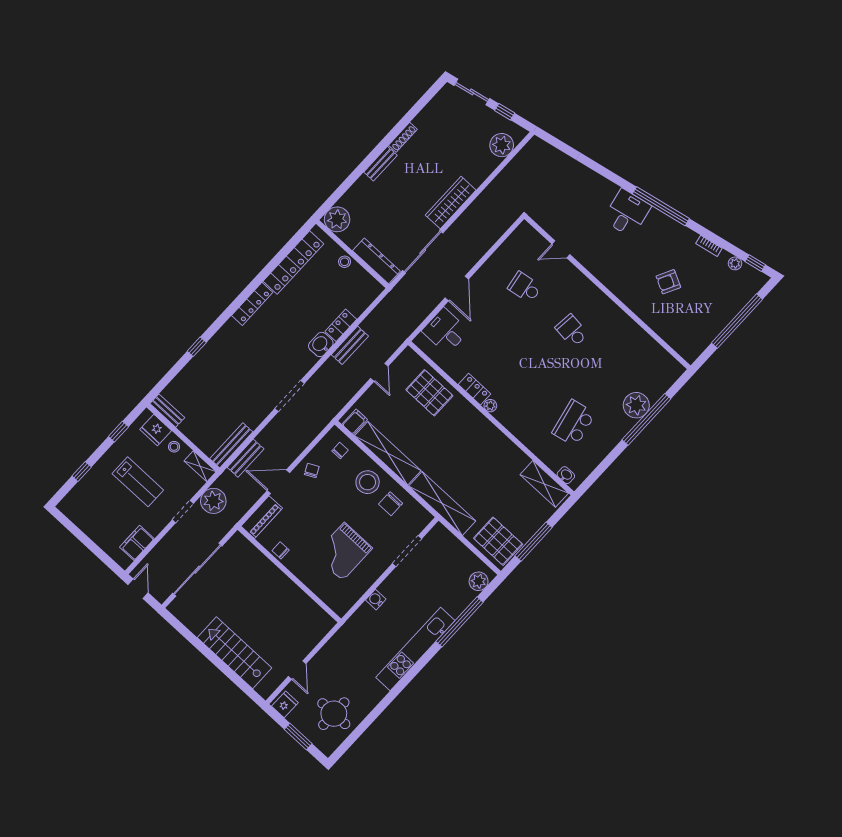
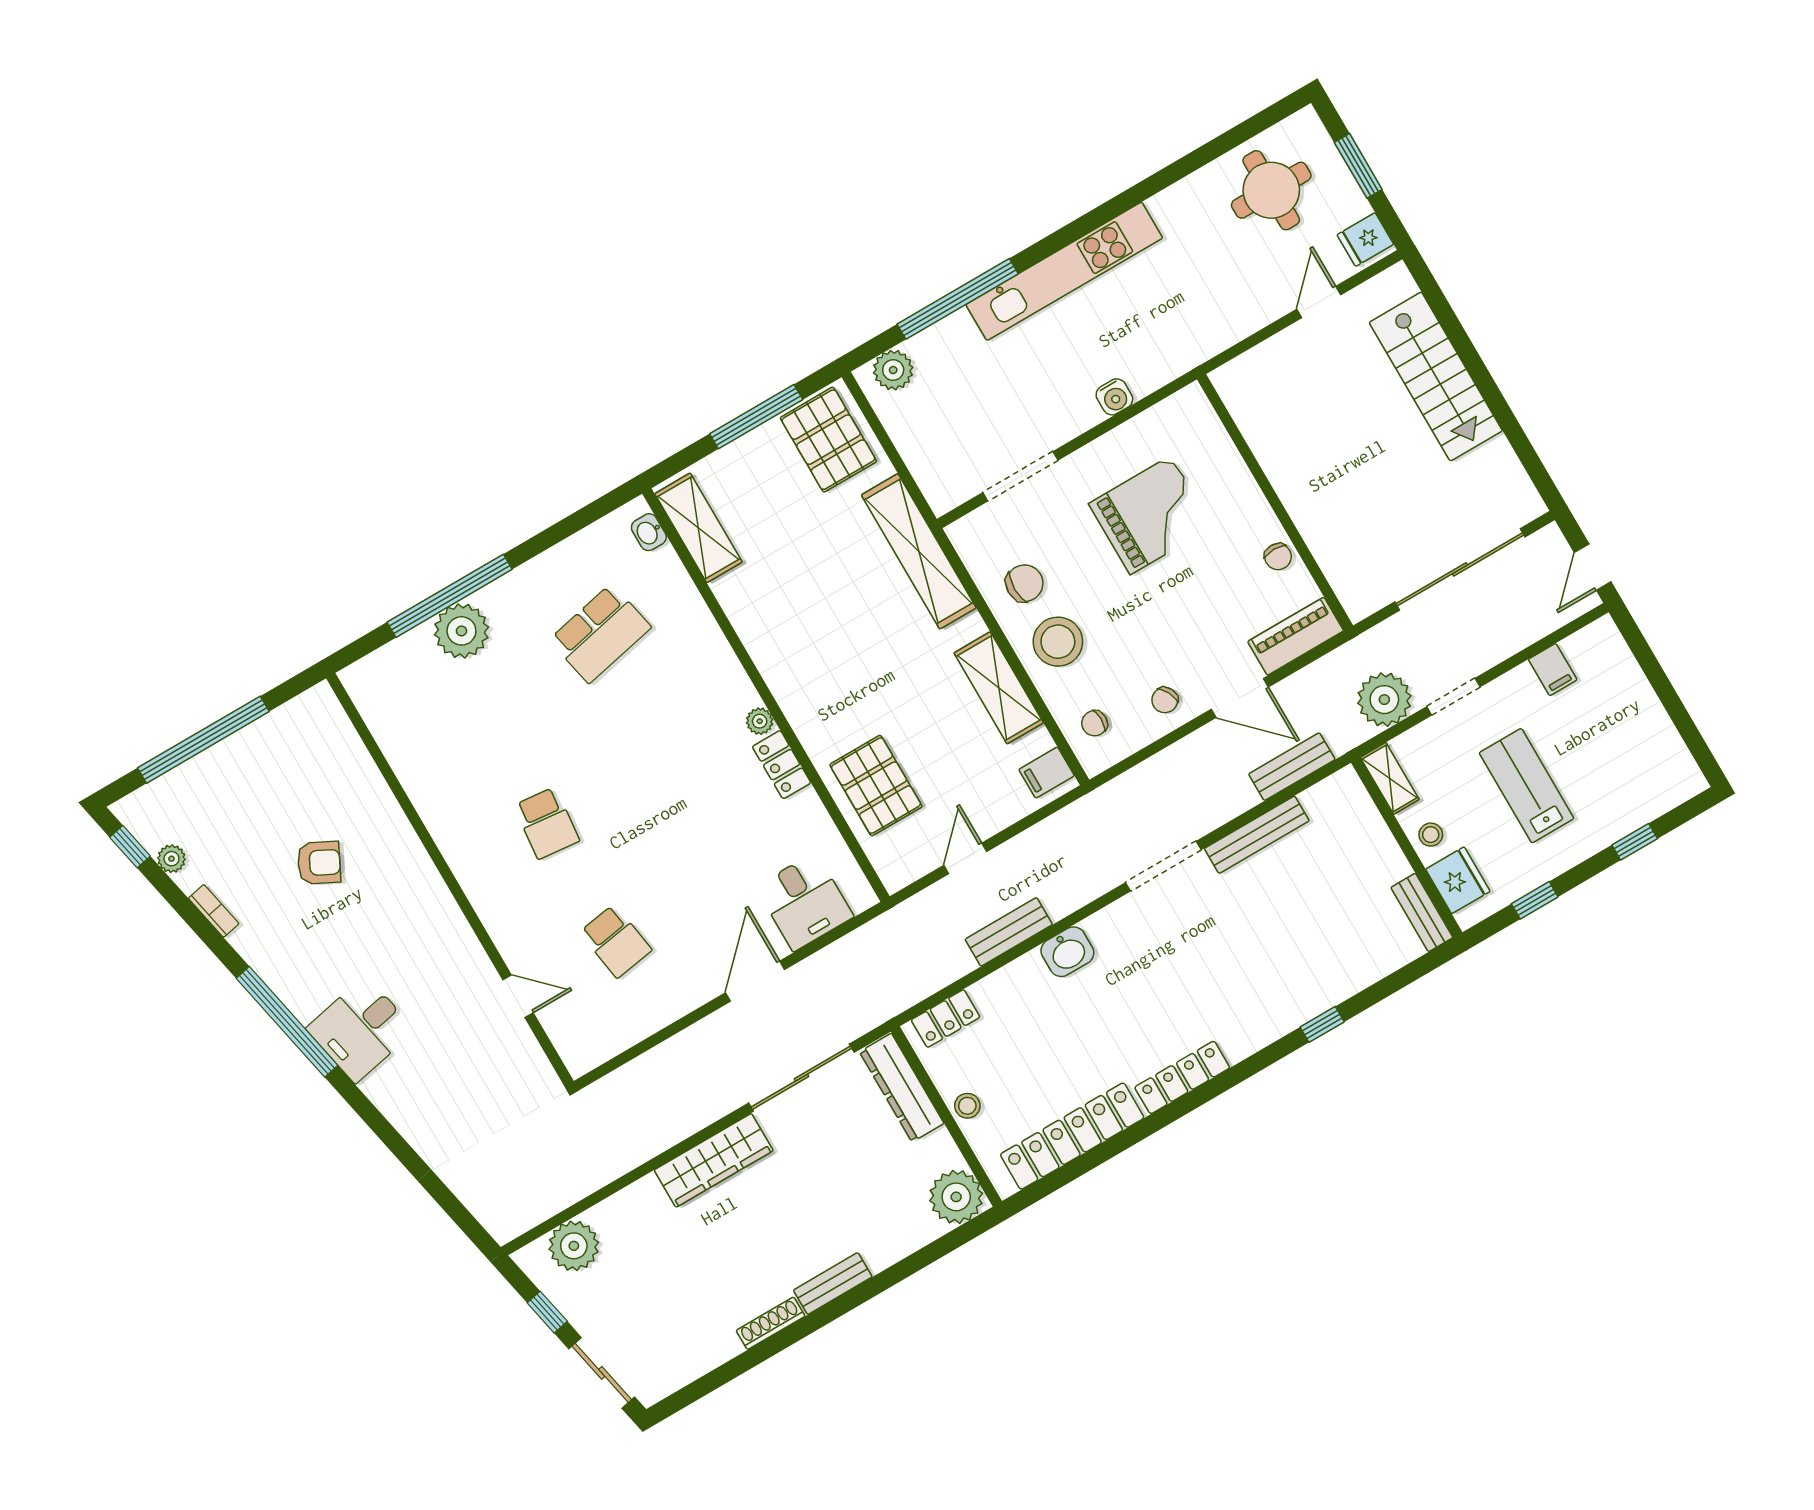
locker: (341, 325) -> (946, 1019), moved
bench: (231, 445) -> (1257, 835), moved
shelving: (388, 453) -> (999, 688), width x0.68
filing cabinet: (137, 543) -> (1553, 670), width x0.50

